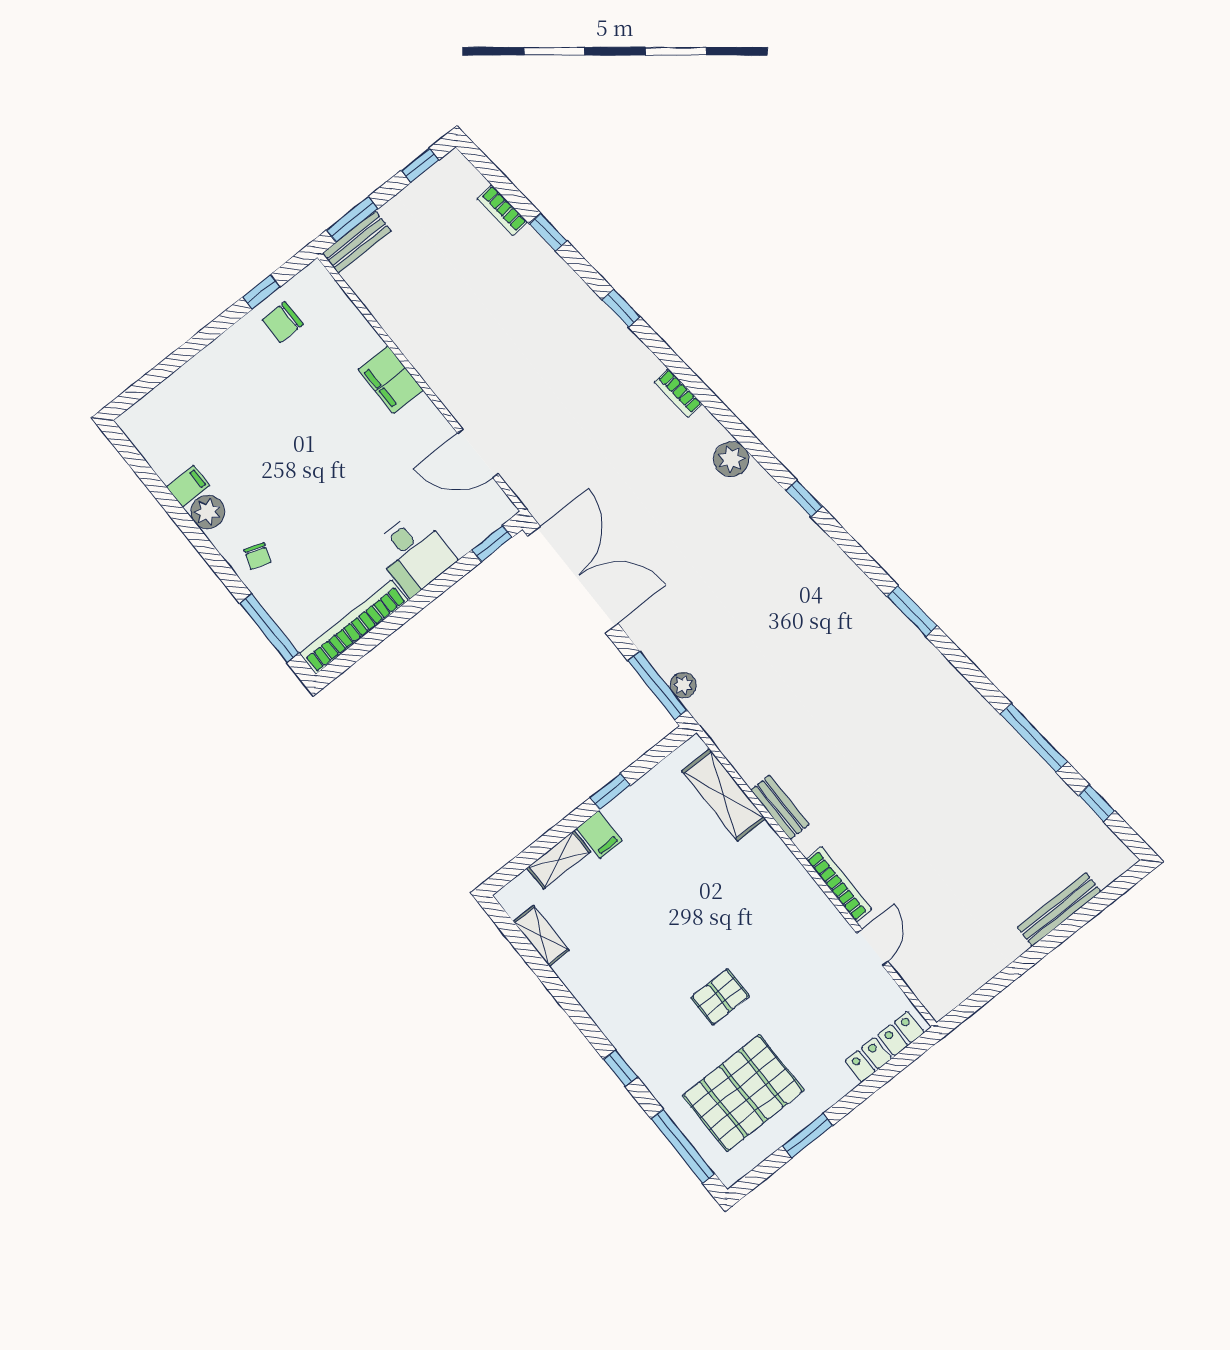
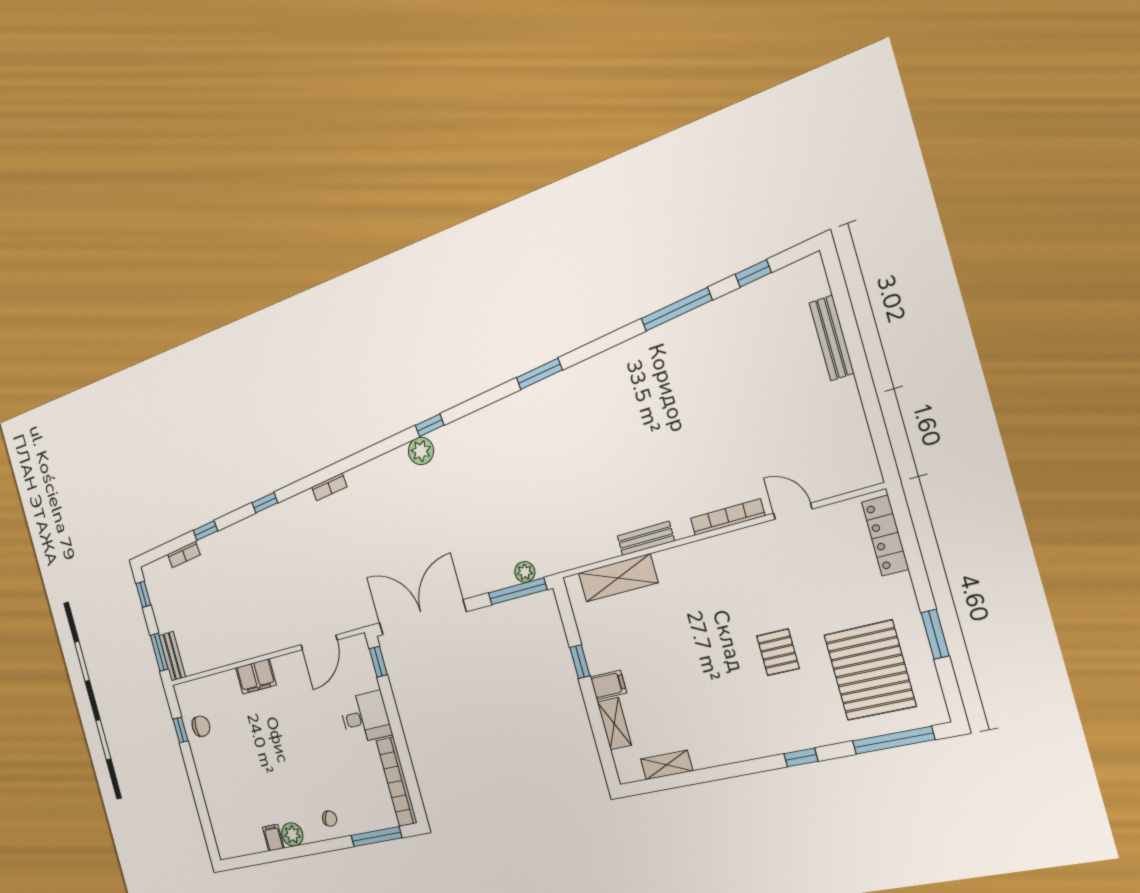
chair: (283, 322) -> (201, 726), turned -90
plant: (731, 459) -> (421, 451), moved

